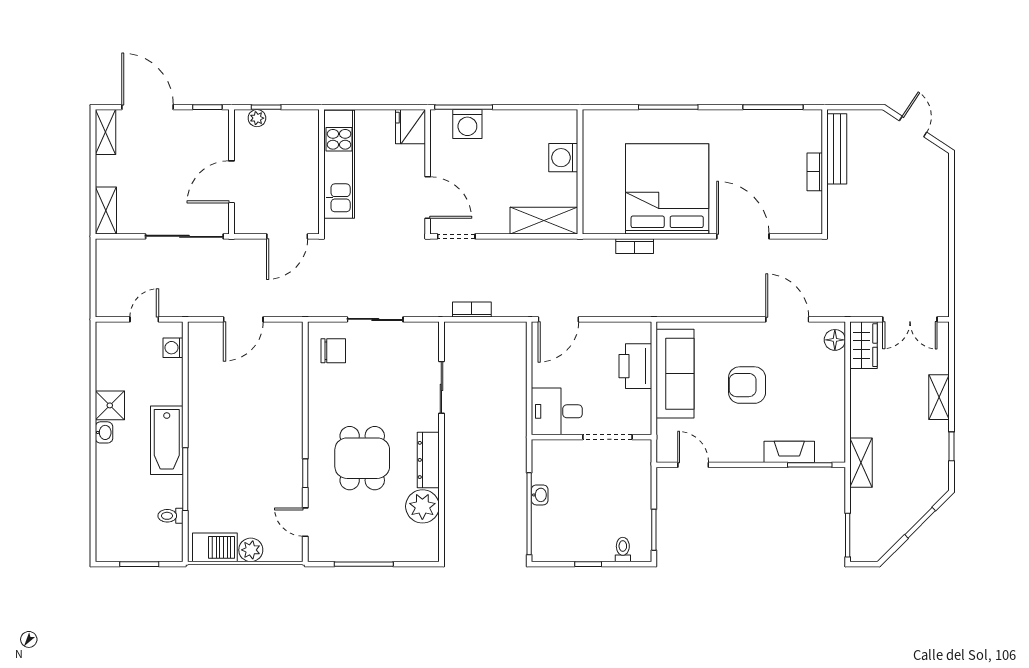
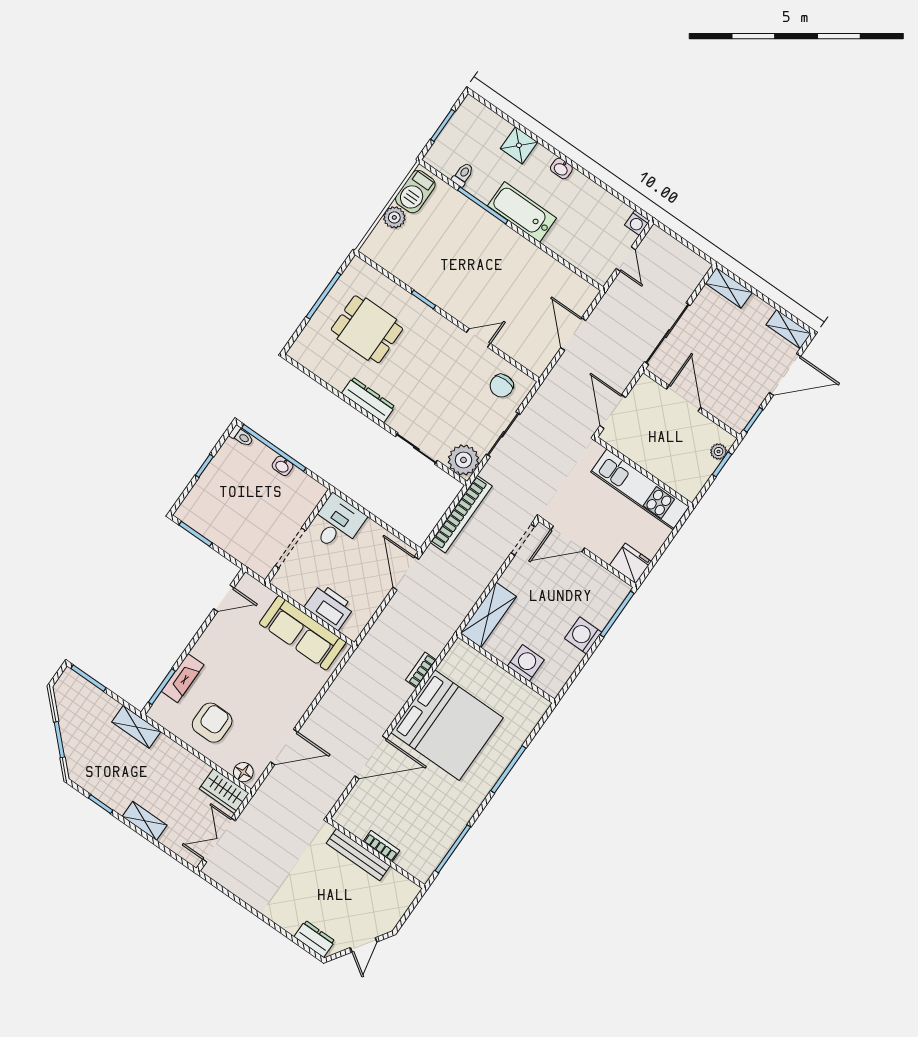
washing machine: (467, 124) -> (583, 635), moved
door: (913, 126) -> (364, 945), hinge flipped
bench: (837, 149) -> (358, 855), moved
dresser: (938, 174) -> (314, 939), added
bookcase: (472, 309) -> (461, 514), width x2.31, depth x1.31
washing machine: (173, 348) -> (637, 223), moved, turned 180
armchair: (747, 385) -> (212, 723), moved
shower: (110, 405) -> (519, 145), moved
dining table: (362, 458) -> (367, 329), moved
plant: (422, 506) -> (463, 460), moved
door: (305, 522) -> (478, 338), moved
toilet: (623, 549) -> (241, 436), moved

